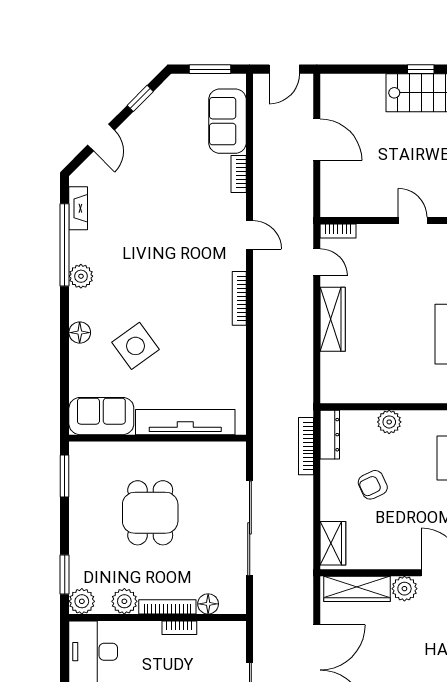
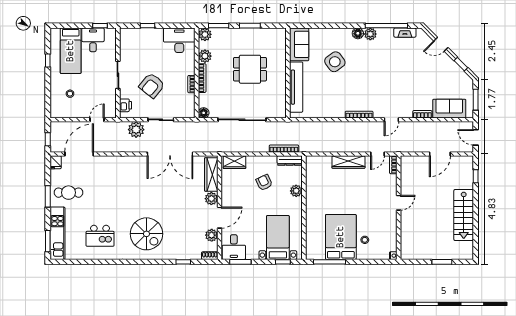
window: (421, 69) -> (476, 176), moved
floor lamp: (80, 333) -> (358, 33), moved
window: (65, 476) -> (250, 26), moved
floor lamp: (208, 604) -> (204, 113), moved

